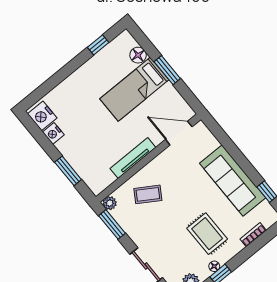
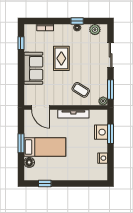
nightstand: (42, 116) -> (101, 132), moved
sofa: (233, 181) -> (33, 68), width x0.73
rug: (207, 234) -> (61, 58), moved

